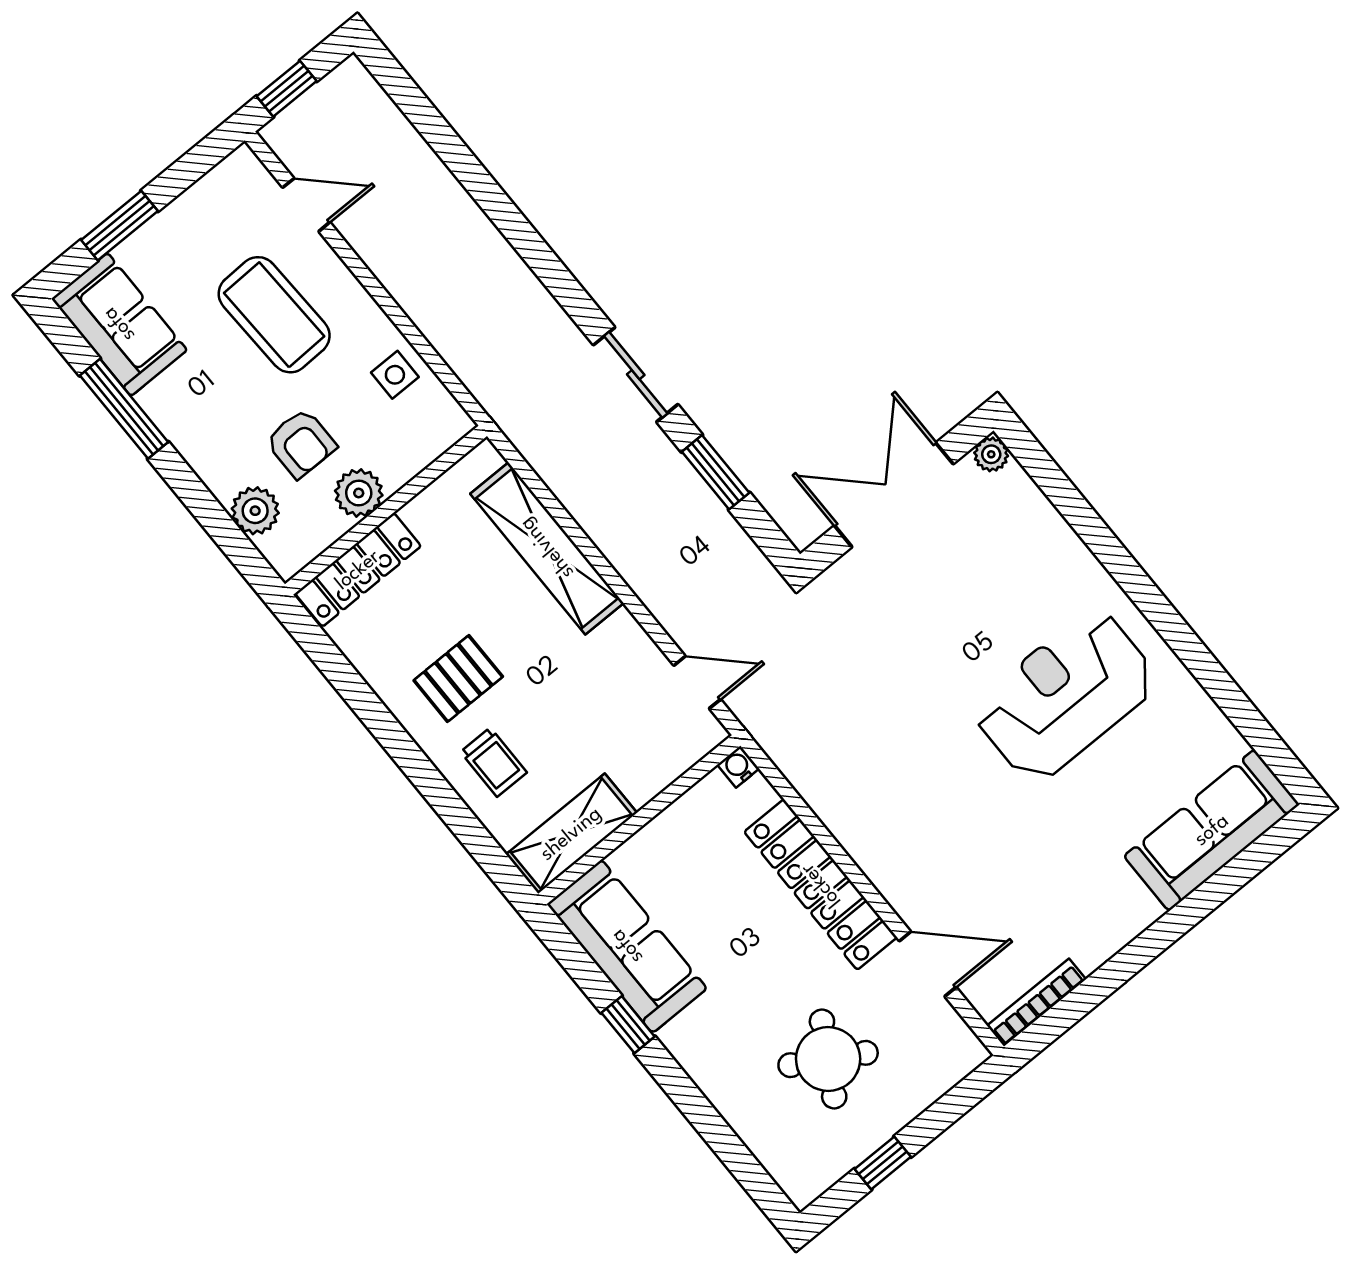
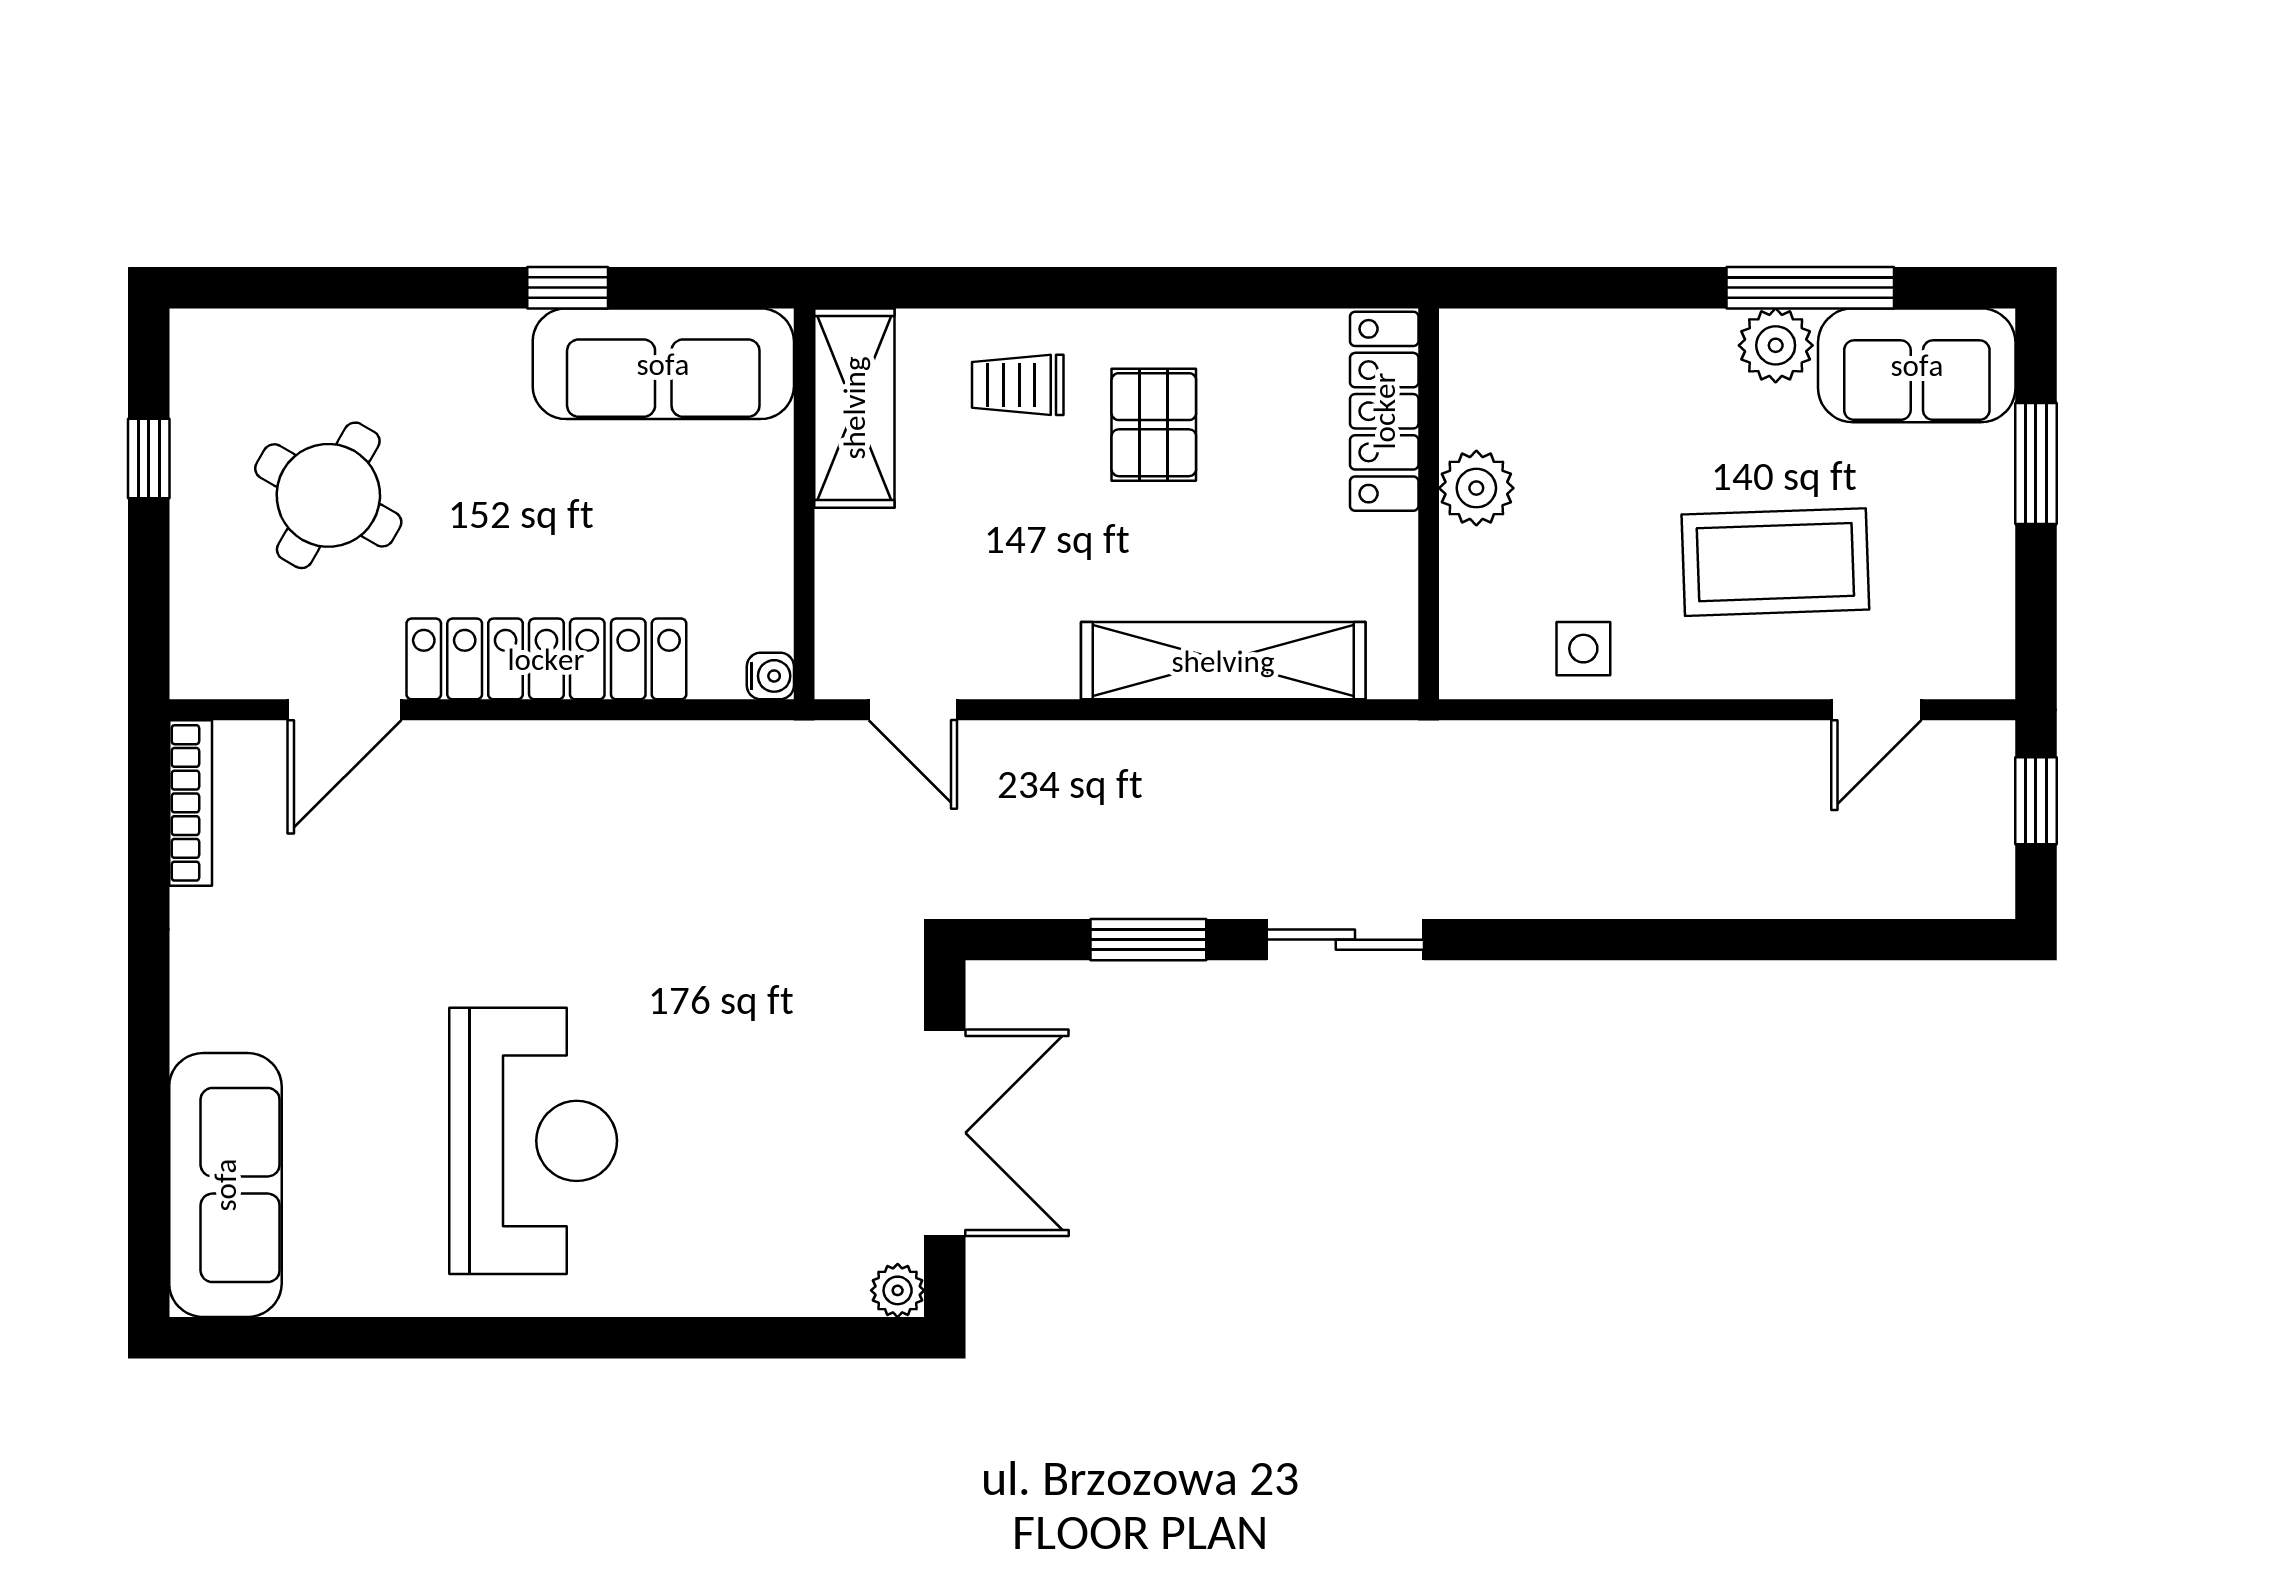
armchair: (301, 443) -> (1593, 467), removed
plant: (255, 511) -> (1776, 345), moved
door: (697, 682) -> (913, 710), hinge flipped

